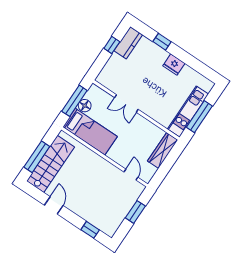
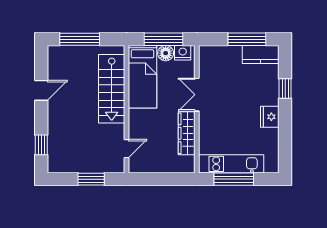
window: (112, 45) -> (247, 39), width x2.17
nightstand: (92, 94) -> (183, 53), added
wardrobe: (163, 150) -> (187, 133), moved, turned -90
stairs: (50, 164) -> (112, 89), moved, turned 90

